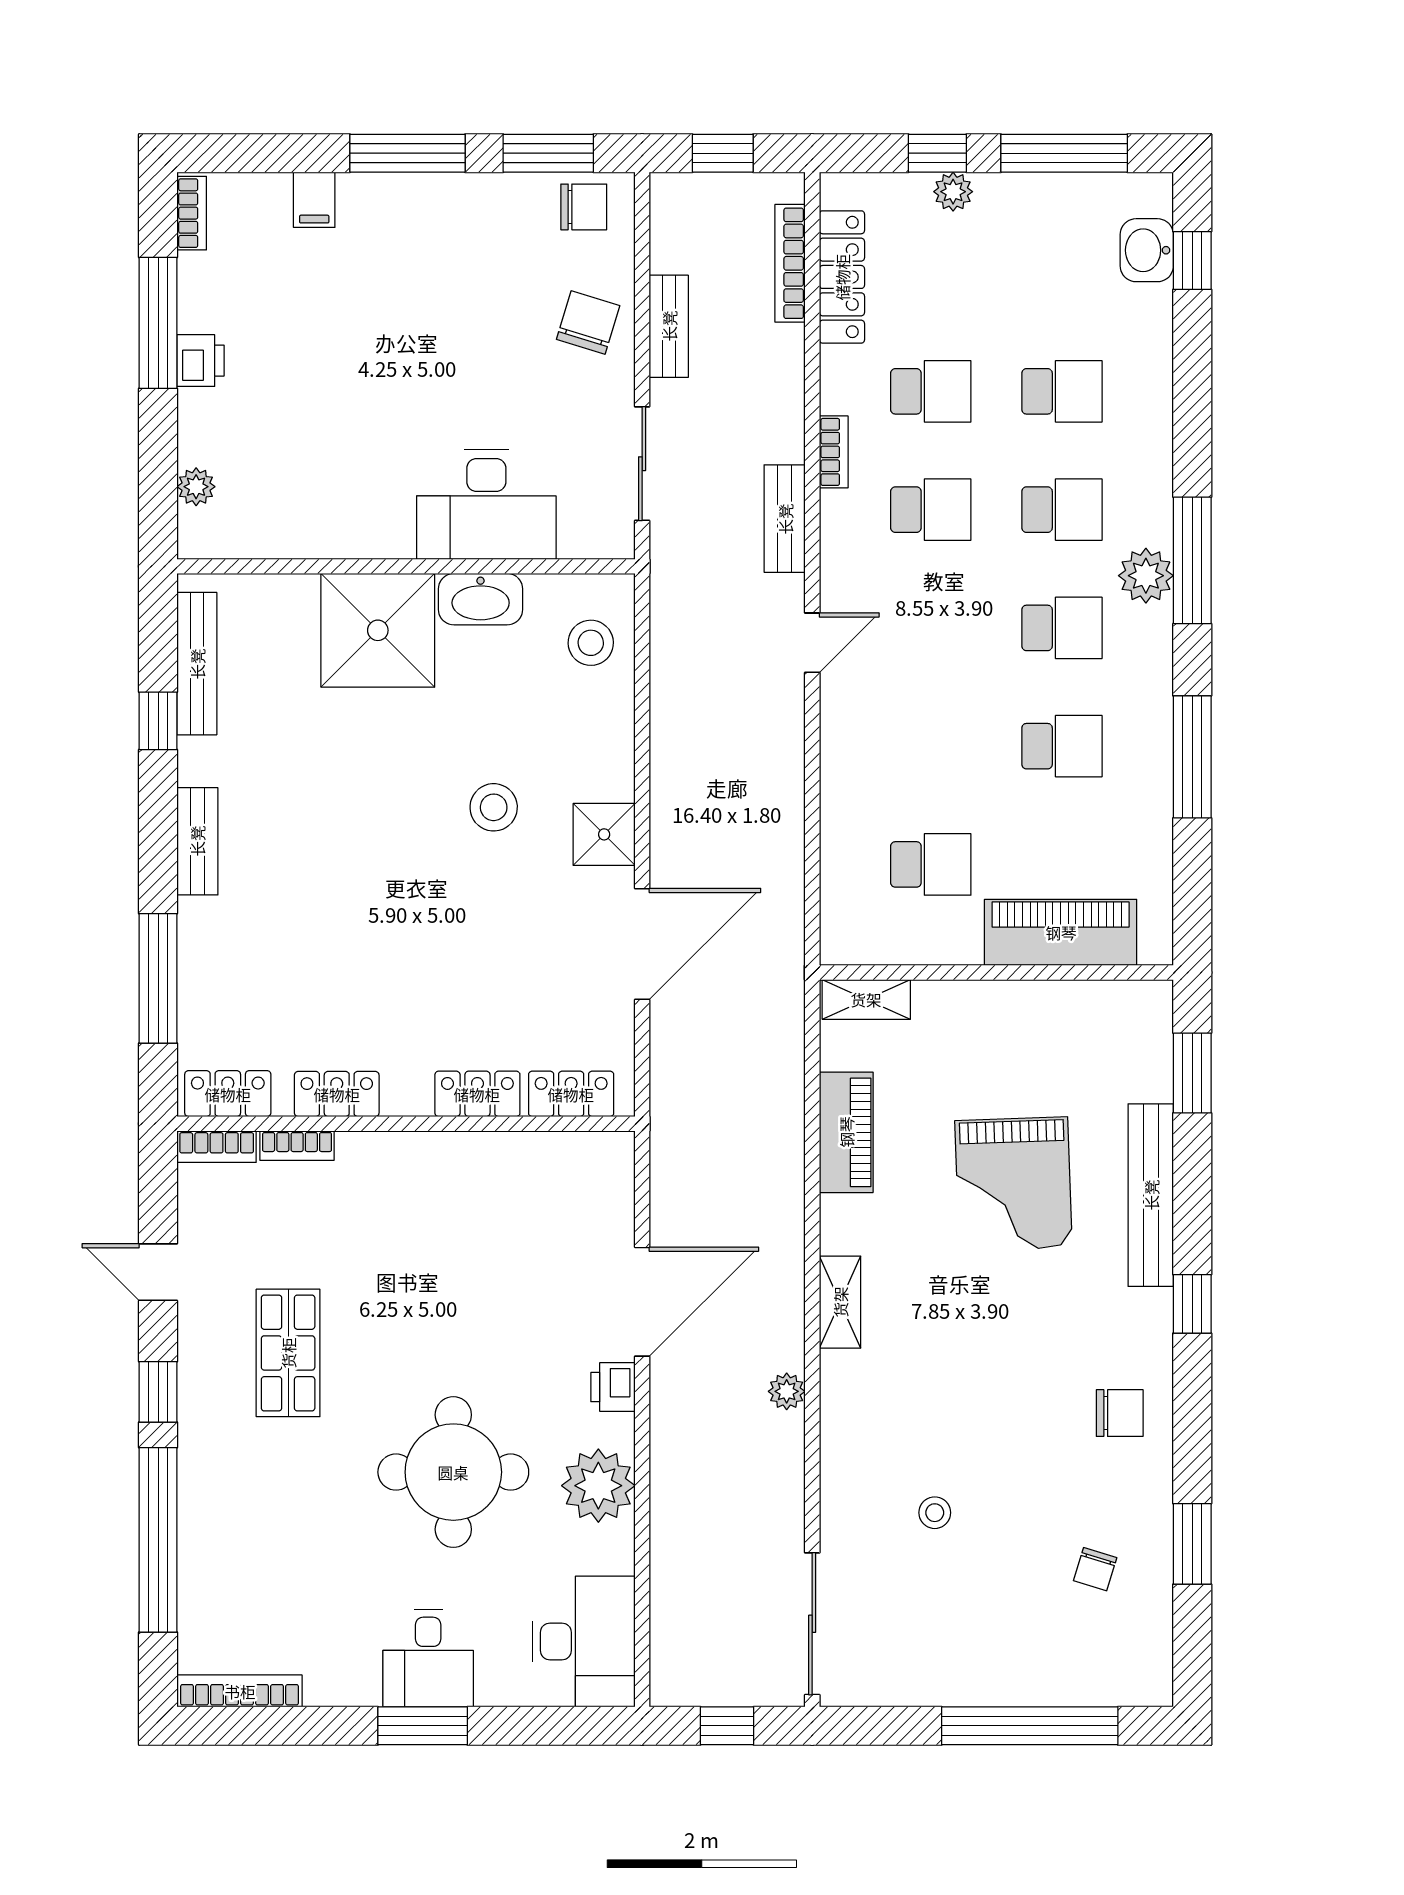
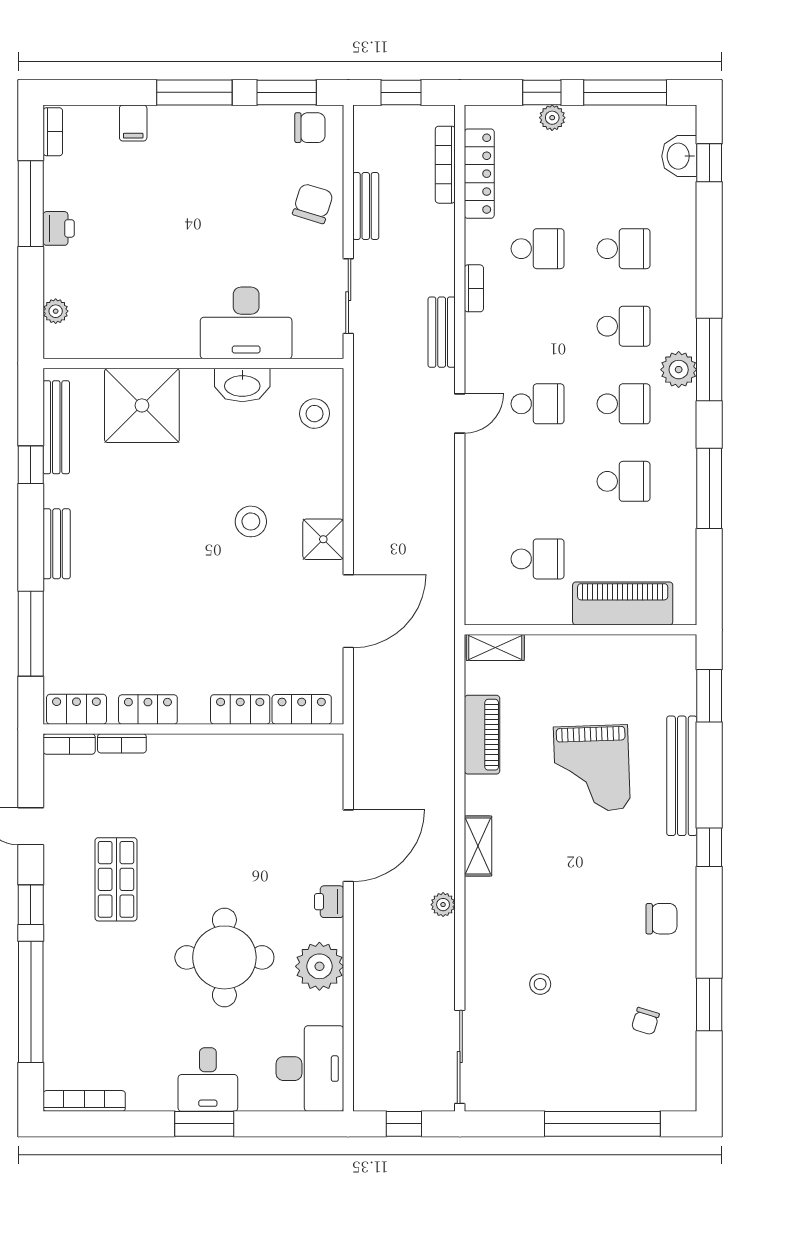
school desk: (931, 510) -> (538, 404), moved
shower: (378, 630) -> (142, 405), moved

